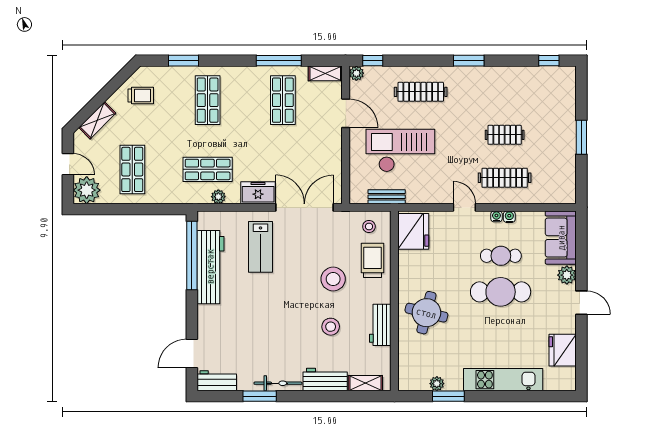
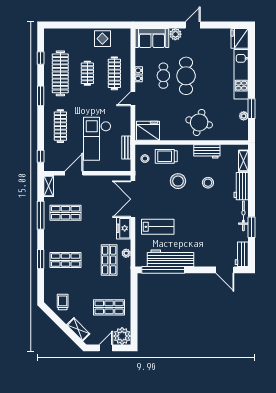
window: (183, 61) -> (41, 259), moved
window: (549, 61) -> (41, 58), moved
plant: (356, 73) -> (49, 166), removed
clothes rail: (505, 92) -> (60, 73), added
window: (581, 137) -> (89, 25), removed
display table: (560, 159) -> (102, 39), added
fridge: (563, 350) -> (240, 38), moved, turned 90

